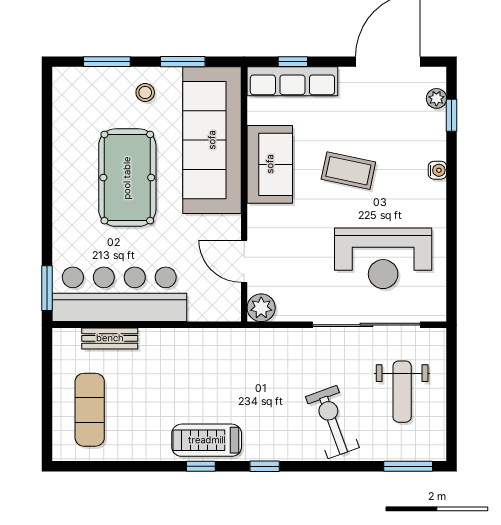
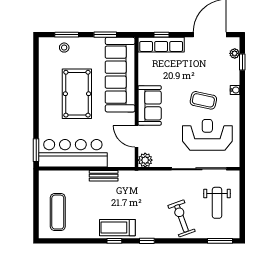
stool: (145, 93) -> (64, 48), moved
sofa: (270, 164) -> (150, 105), moved
coffee table: (348, 171) -> (203, 100), moved
reception desk: (383, 258) -> (207, 135), turned 180
bench: (110, 338) -> (104, 176), moved

